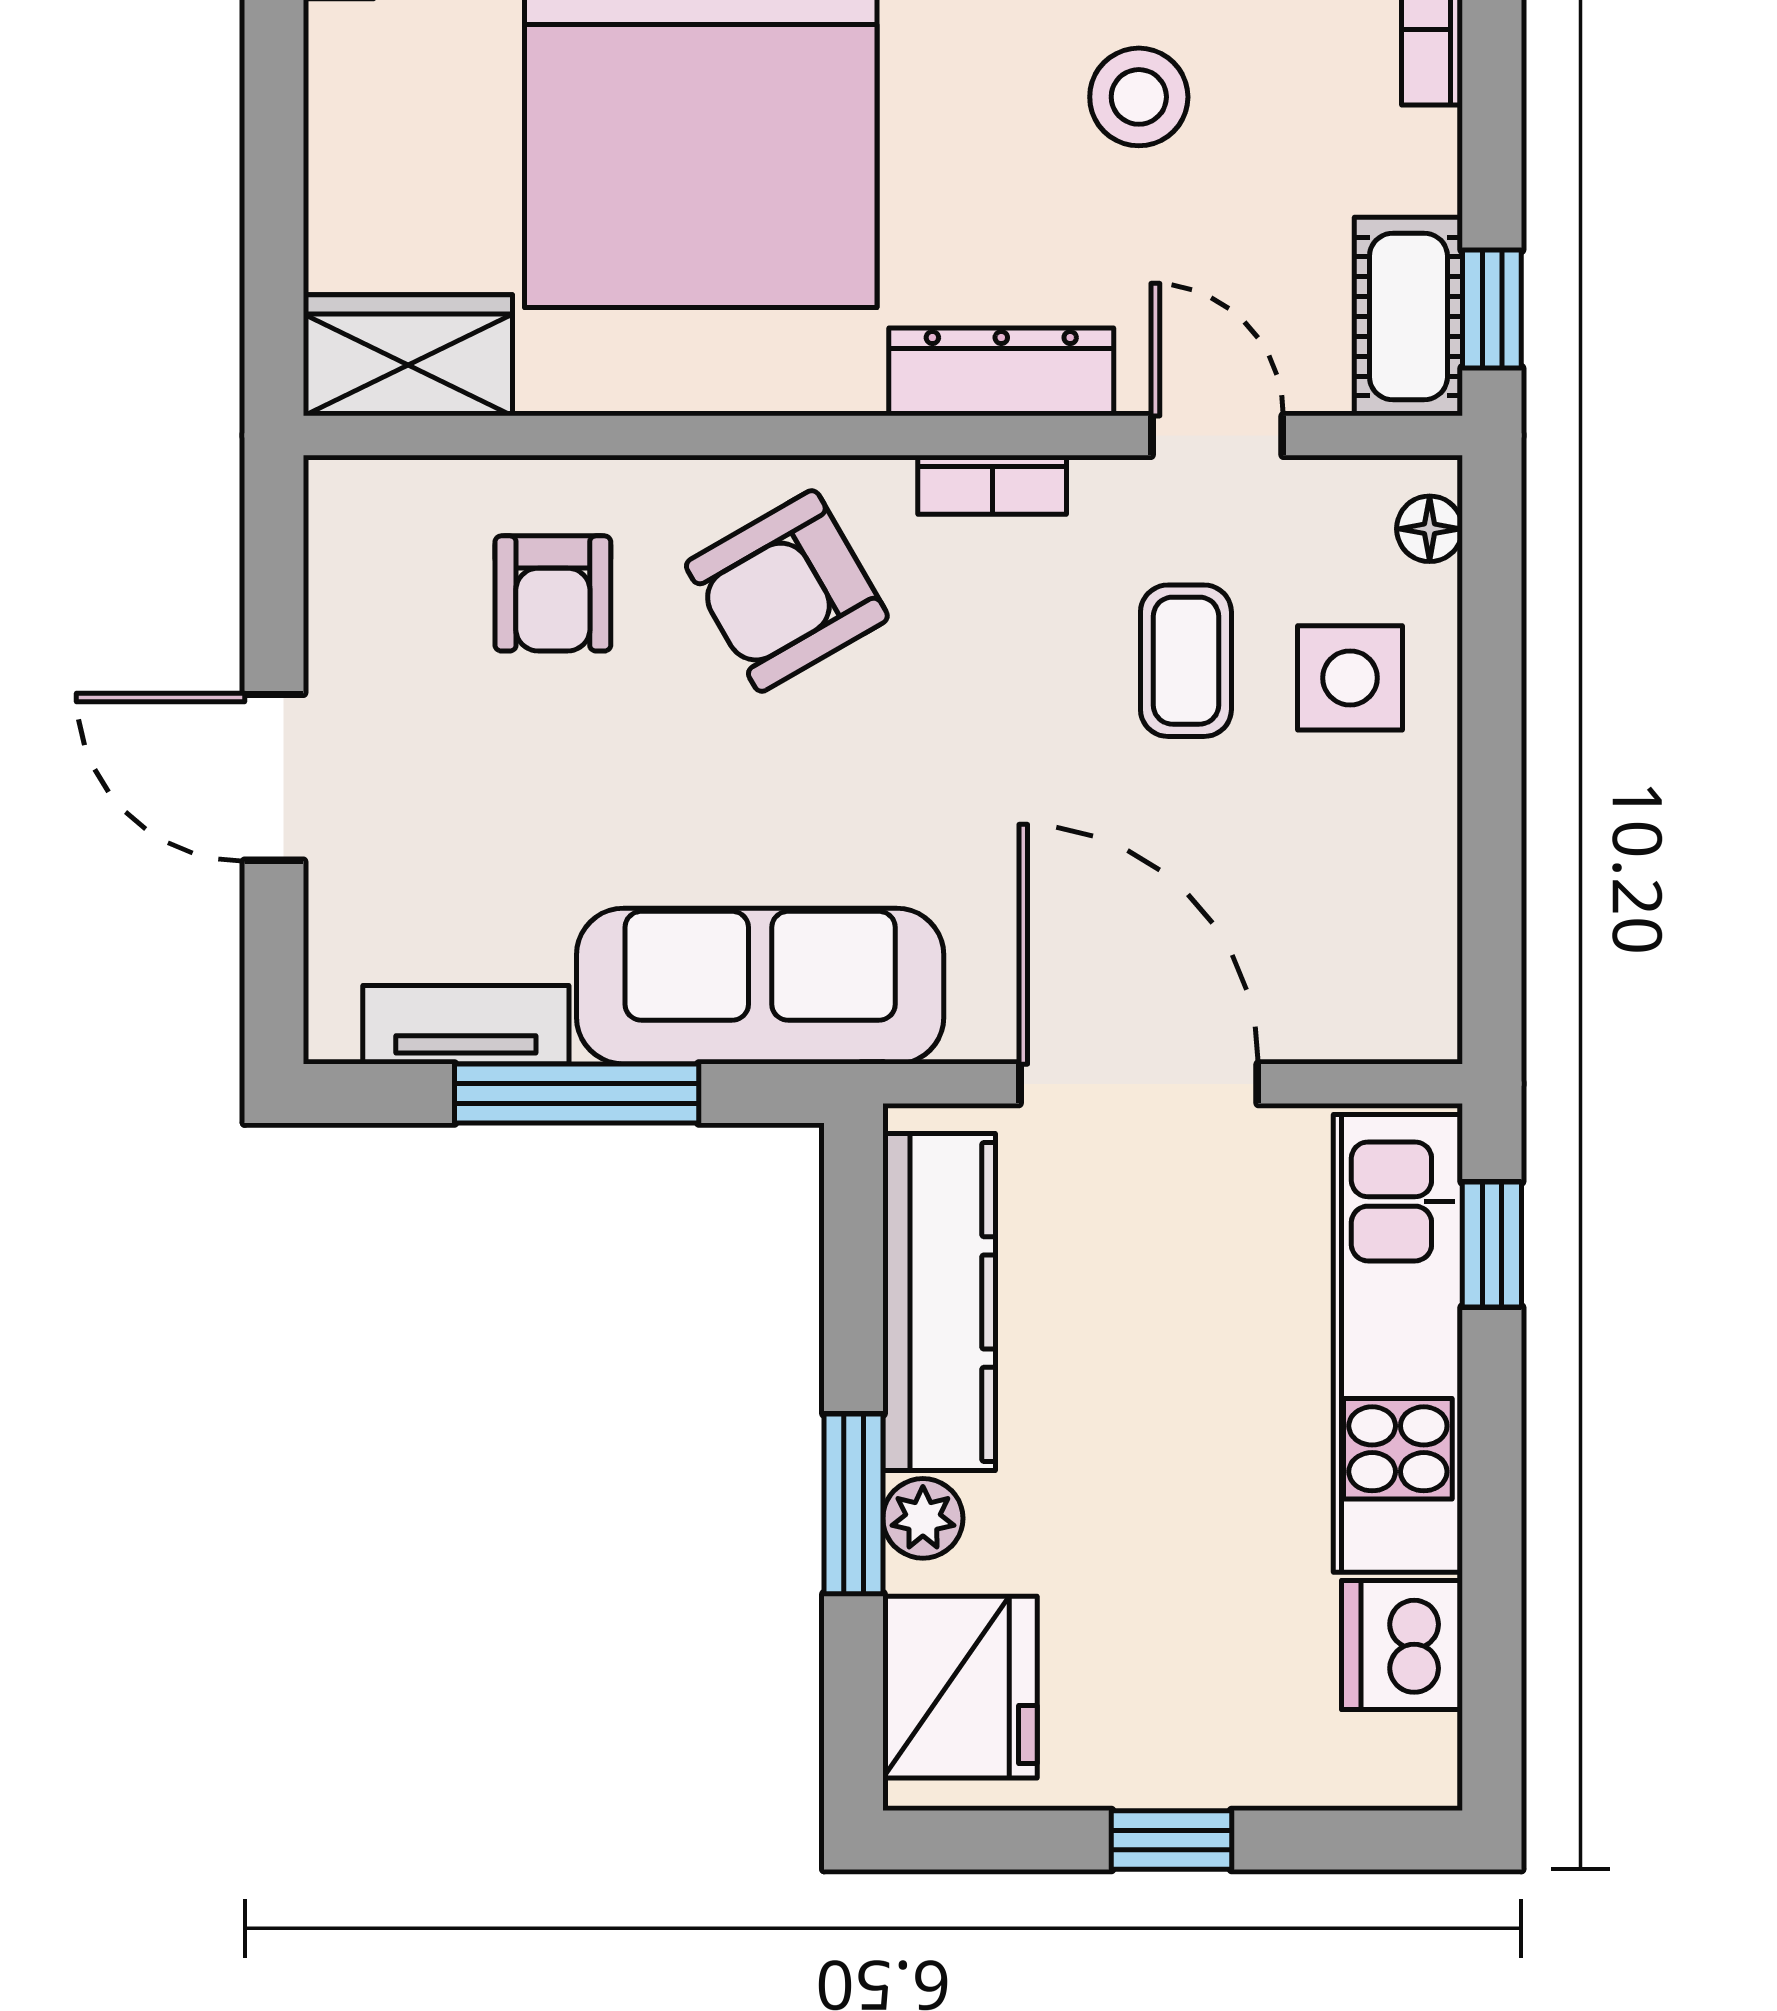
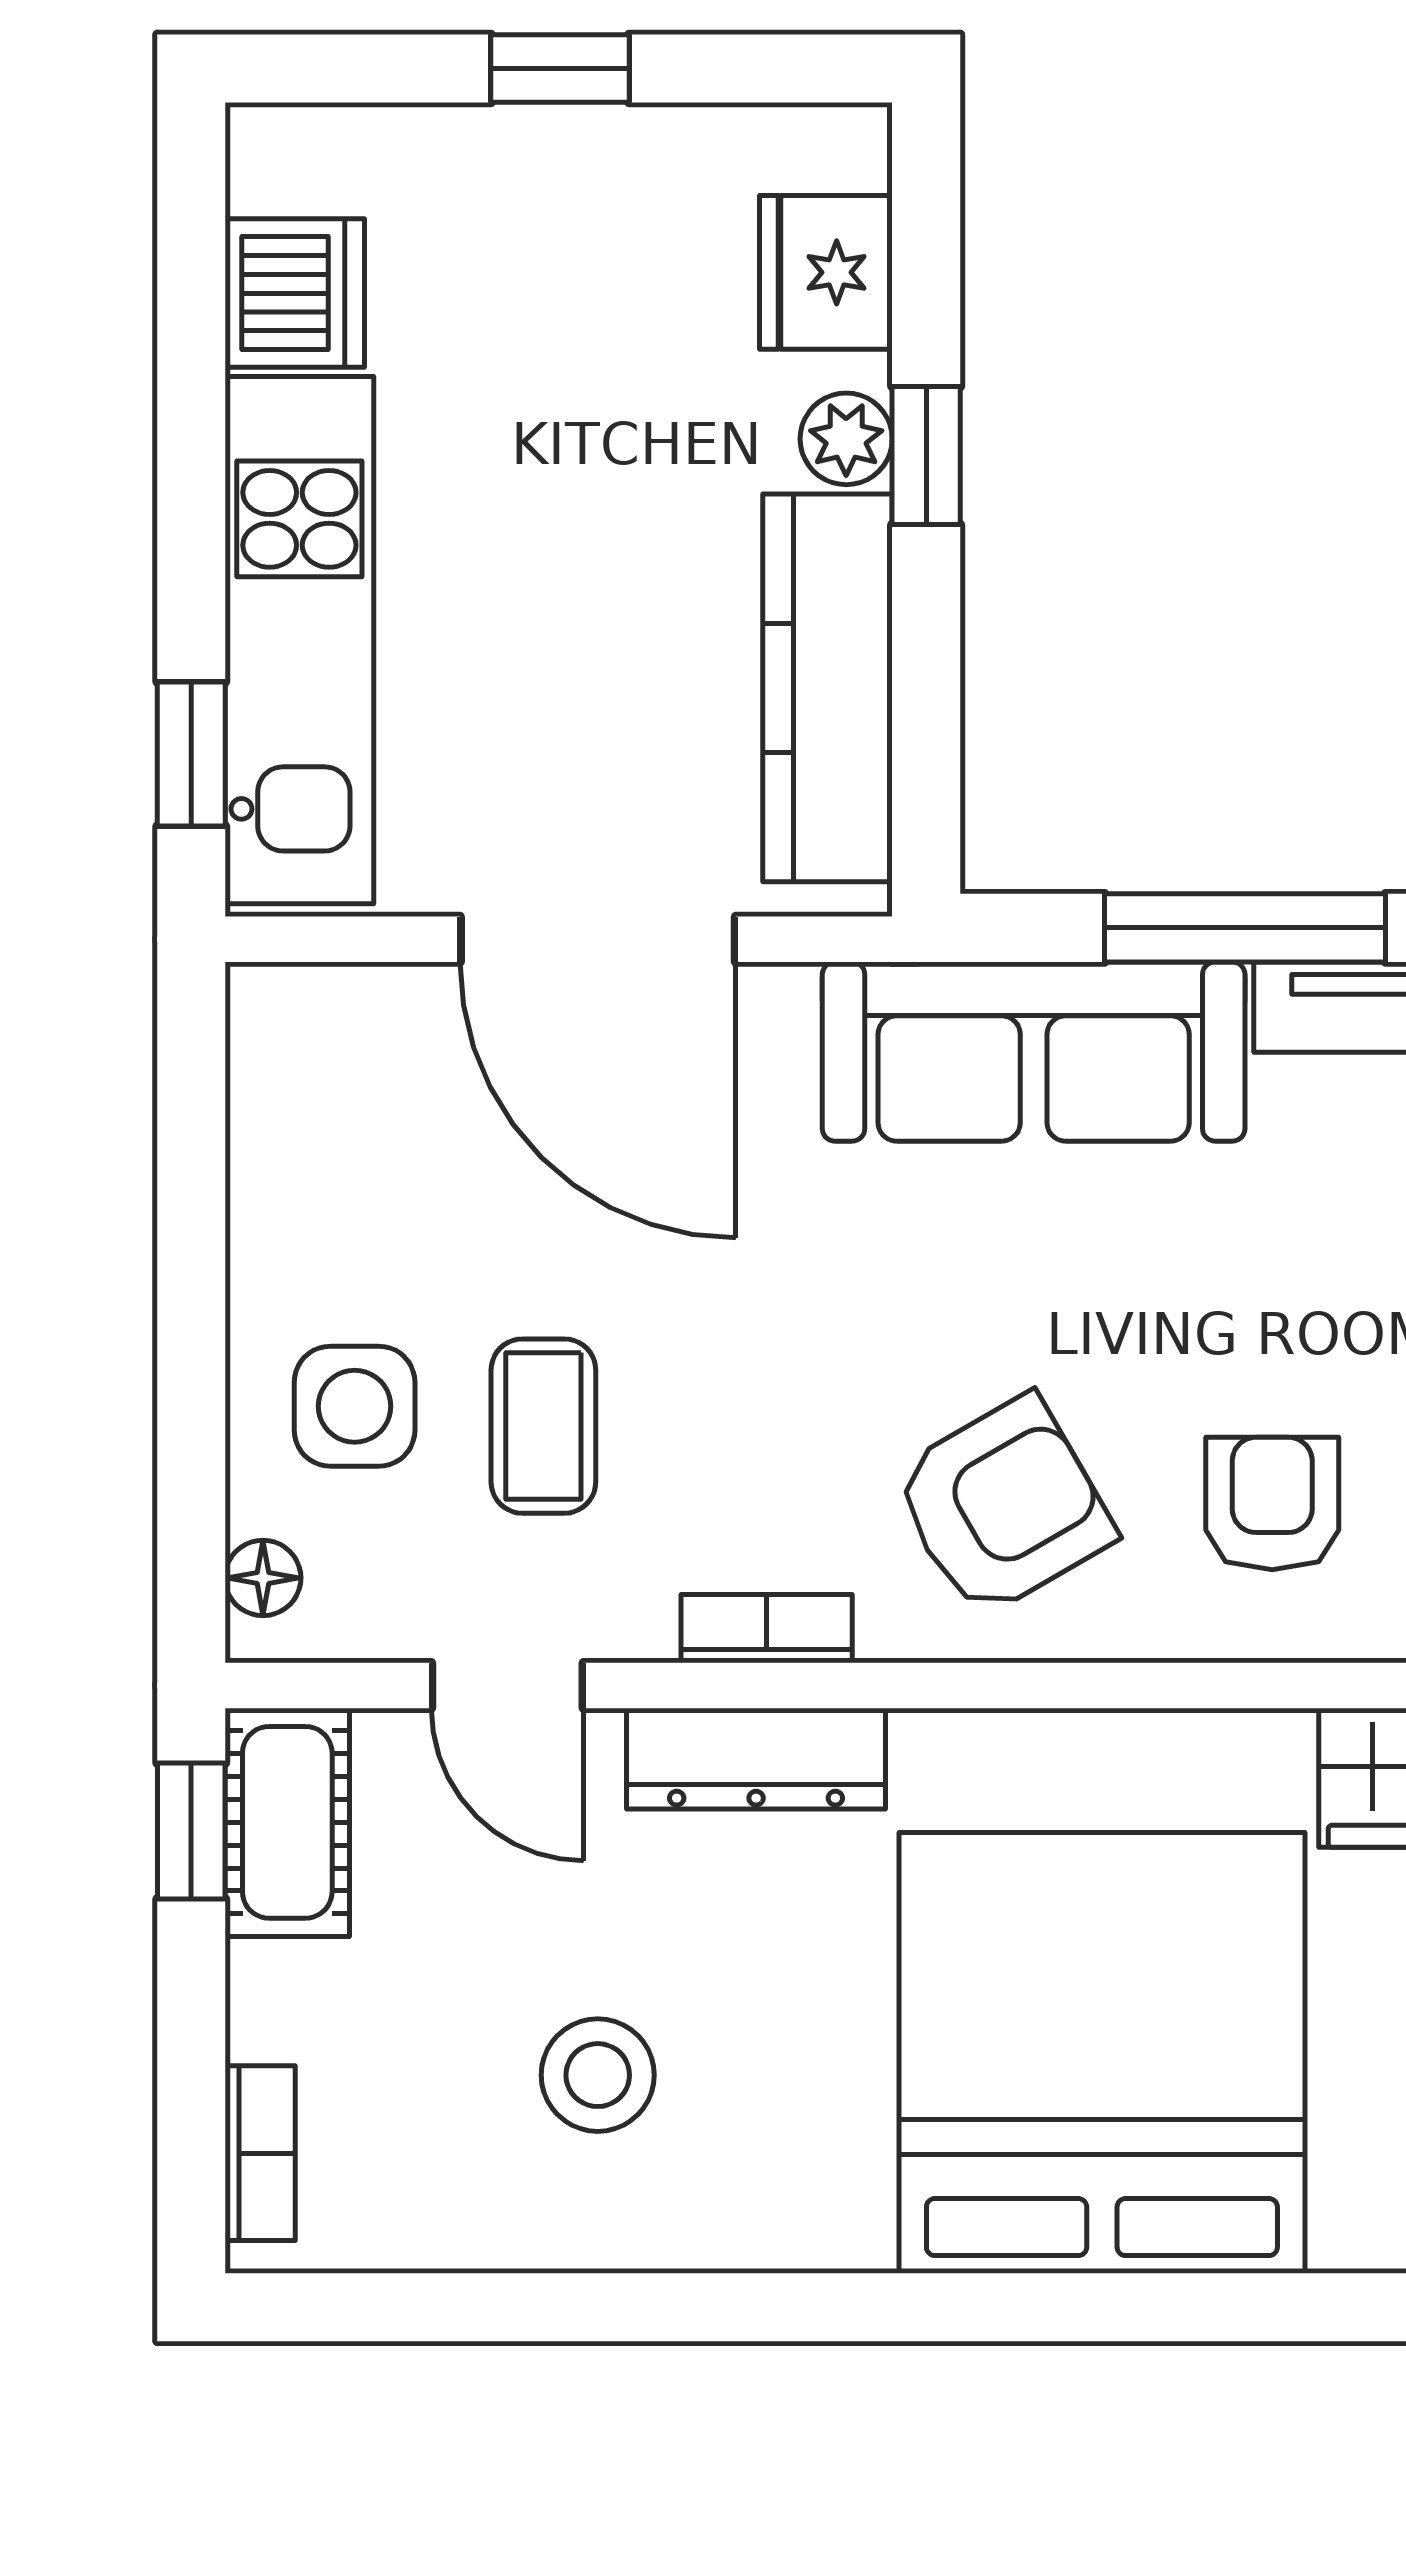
window: (854, 1504) -> (926, 456), width x0.67
fridge: (960, 1687) -> (826, 272), width x0.73, depth x0.75

